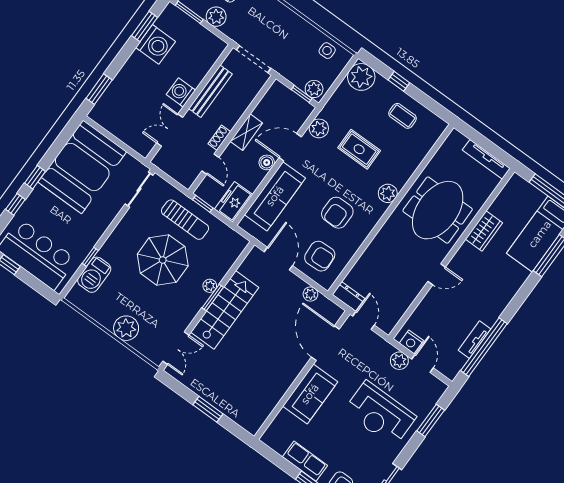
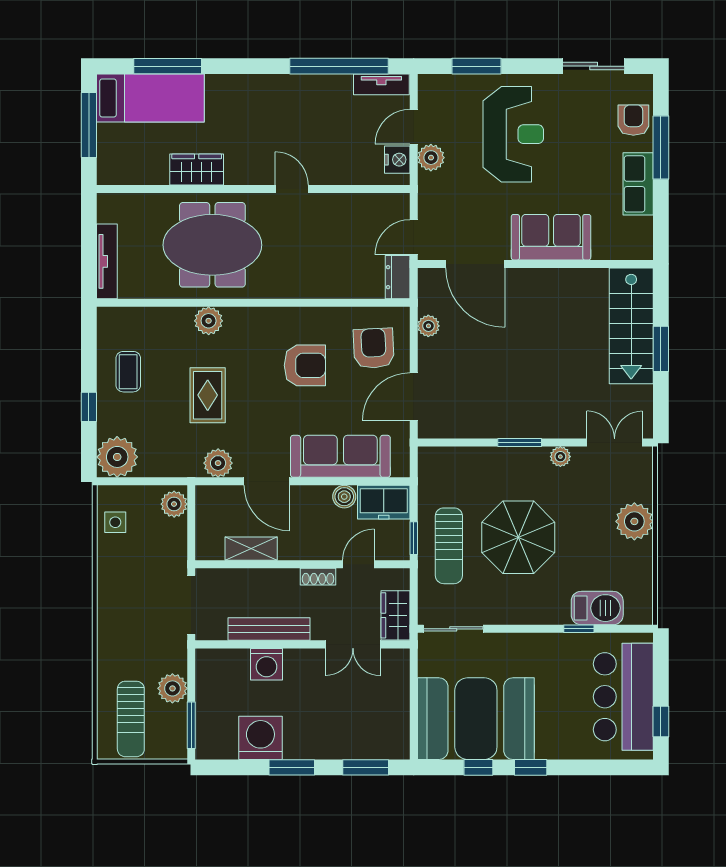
window: (145, 27) -> (292, 767), moved
washing machine: (181, 92) -> (267, 664), moved
window: (302, 94) -> (191, 515), removed
shelving: (246, 132) -> (251, 549), moved
tv unit: (486, 159) -> (107, 261), moved
boiler: (267, 162) -> (344, 497), moved
wardrobe: (169, 164) -> (395, 615), added
plant: (388, 193) -> (209, 321), moved
window: (15, 204) -> (478, 767), moved
sun lounger: (185, 220) -> (449, 546), turned 180
plant: (210, 286) -> (560, 457), moved
stairs: (225, 310) -> (631, 326), moved, turned -90
tv unit: (474, 340) -> (381, 84), moved
door: (325, 343) -> (475, 264), hinge flipped

